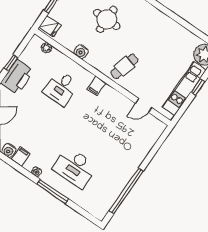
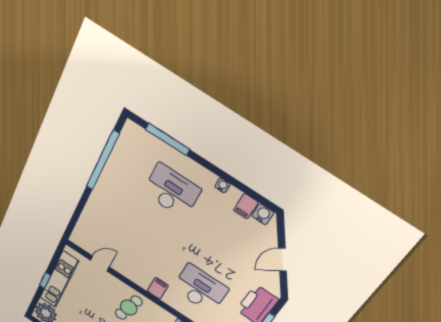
desk: (61, 88) -> (200, 289), width x1.37
window: (53, 192) -> (168, 139), moved

